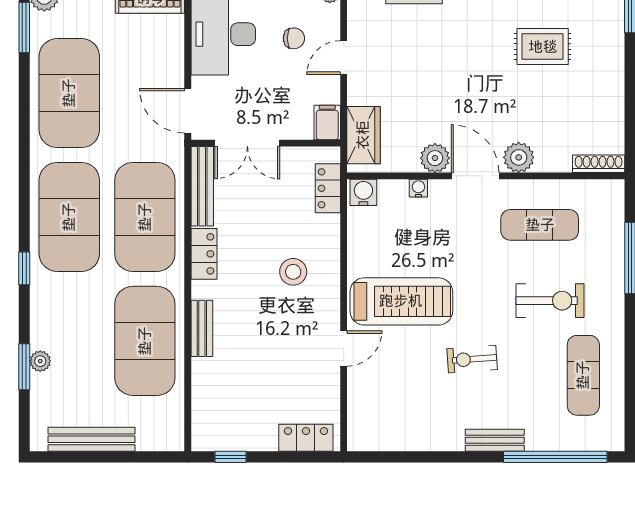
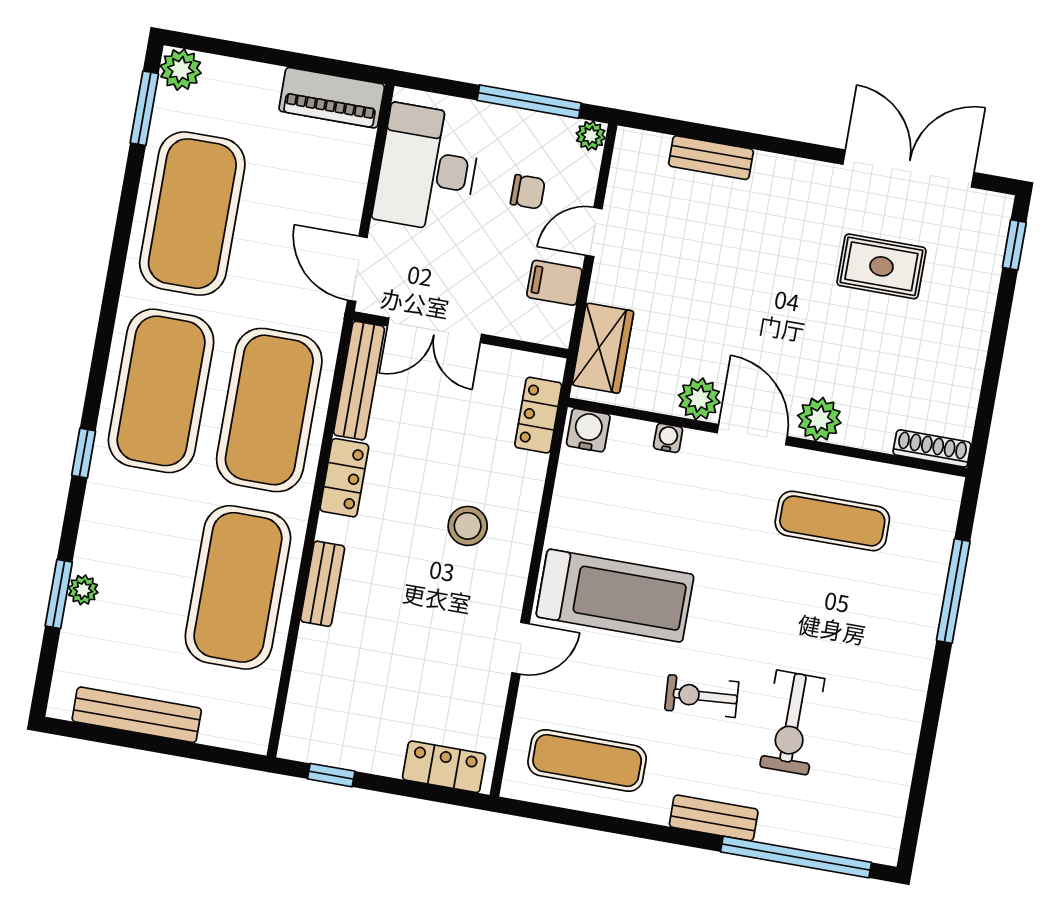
filing cabinet: (327, 123) -> (554, 283), moved, turned -90
exercise bike: (550, 301) -> (792, 723), moved, turned 90
exercise mat: (583, 375) -> (587, 760), moved, turned 90

